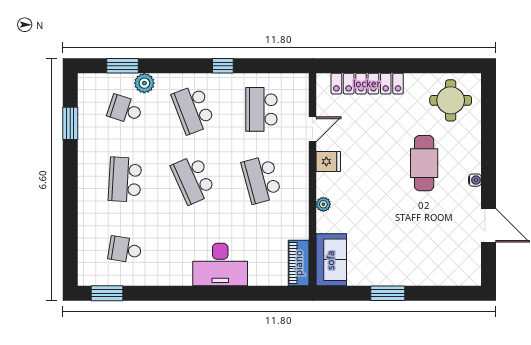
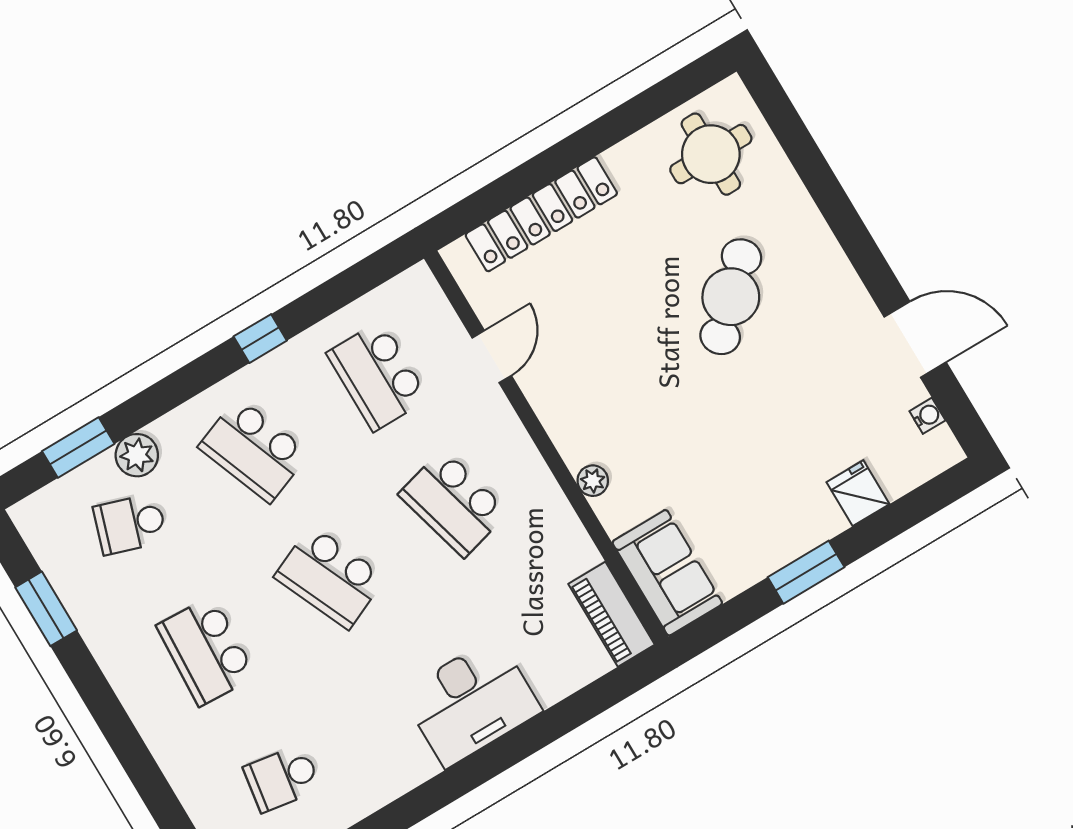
fridge: (328, 161) -> (858, 493), moved, turned -90
cafe table: (424, 163) -> (731, 297), turned 46
water cooler: (475, 180) -> (927, 416), moved

